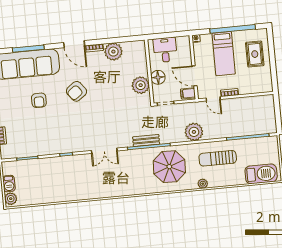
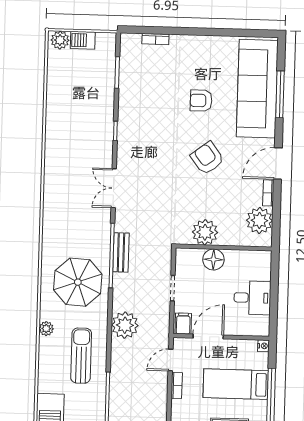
wall: (149, 72) -> (224, 247), moved
floor lamp: (158, 77) -> (213, 260), moved
plant: (141, 85) -> (205, 232), moved

